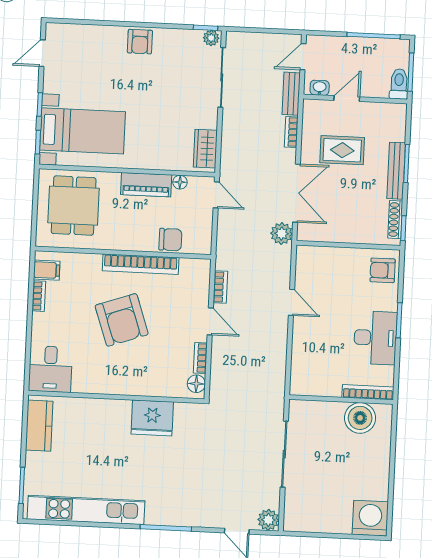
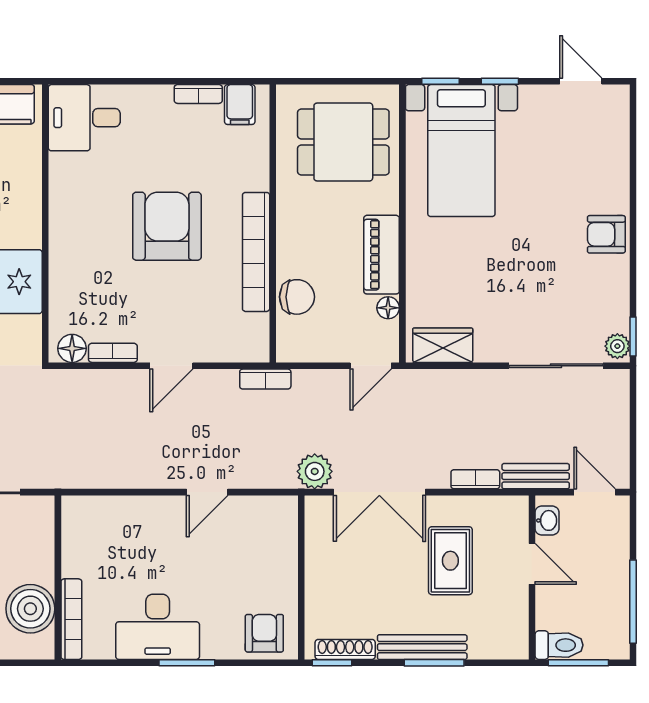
chair: (170, 240) -> (297, 297), turned -90
bookcase: (220, 287) -> (265, 379), moved
armchair: (122, 320) -> (167, 226), turned 109

